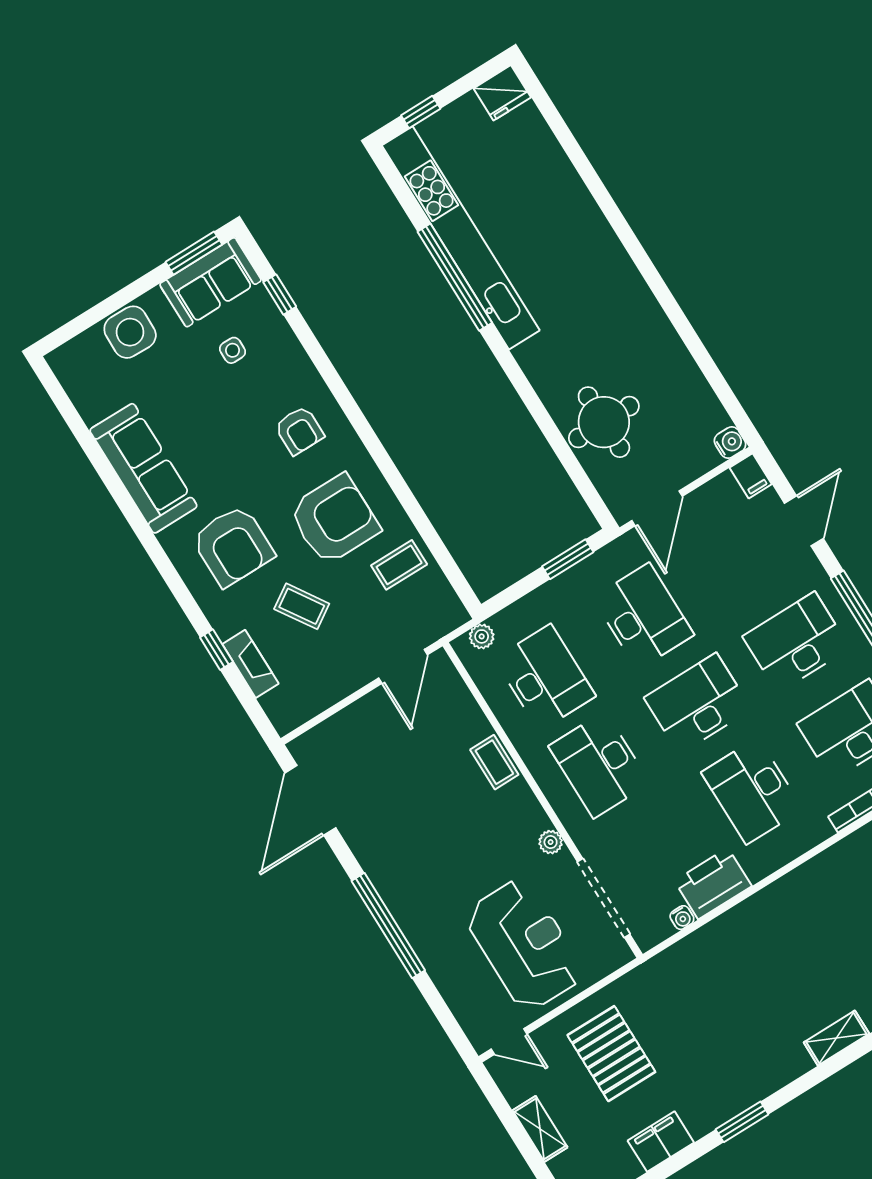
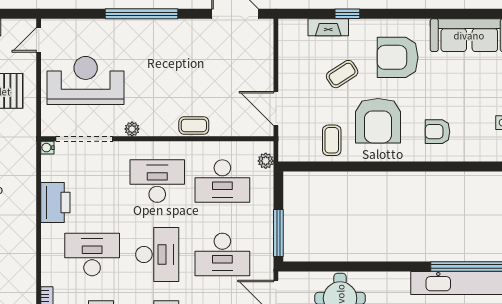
window: (568, 559) -> (278, 233), width x1.44
water cooler: (682, 918) -> (47, 148), moved
reception desk: (524, 945) -> (86, 80), turned 180

